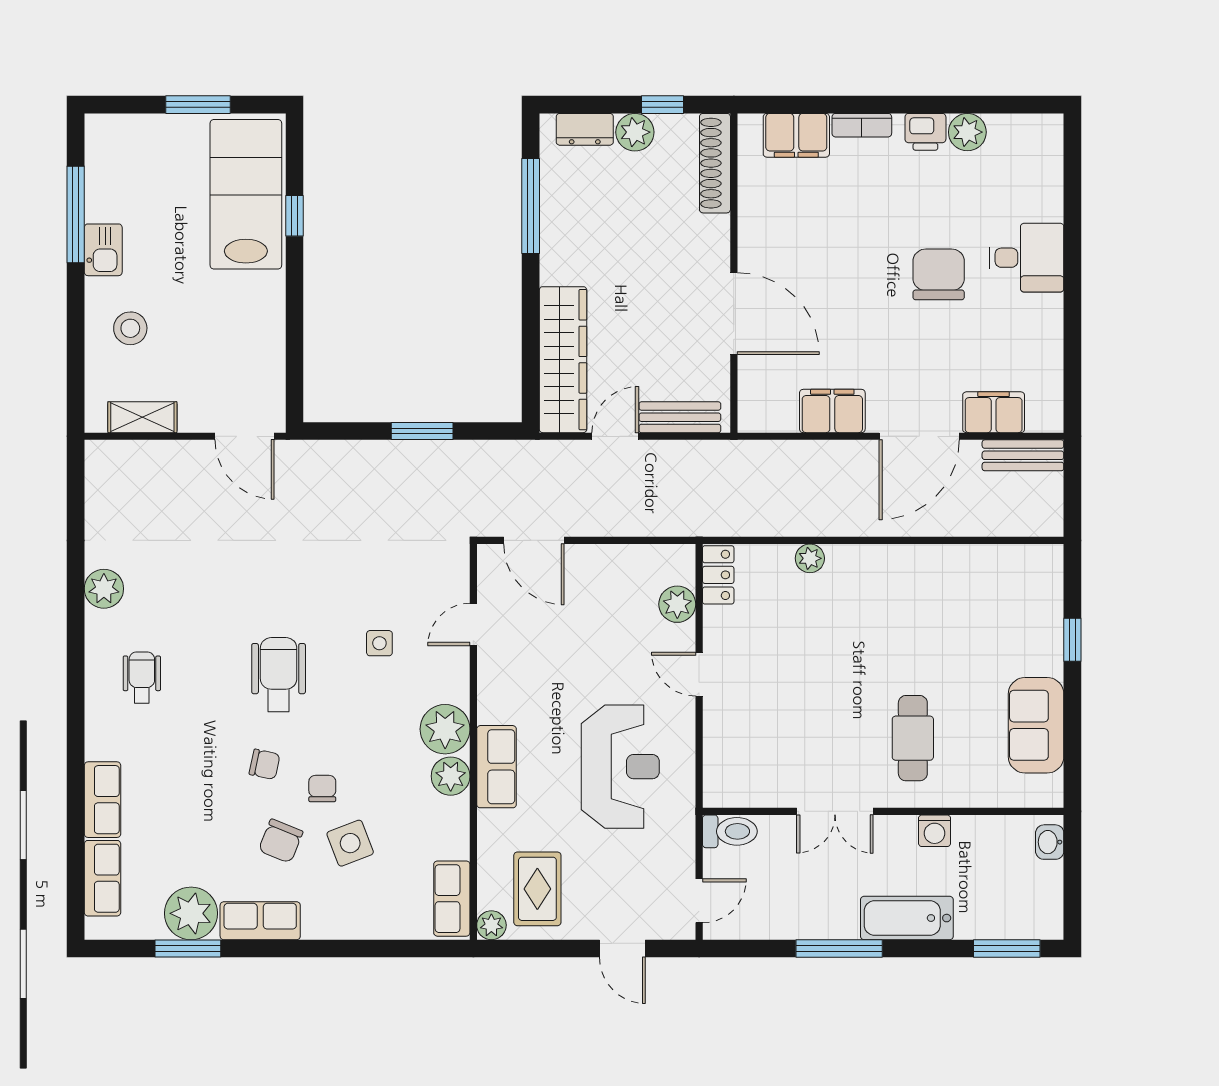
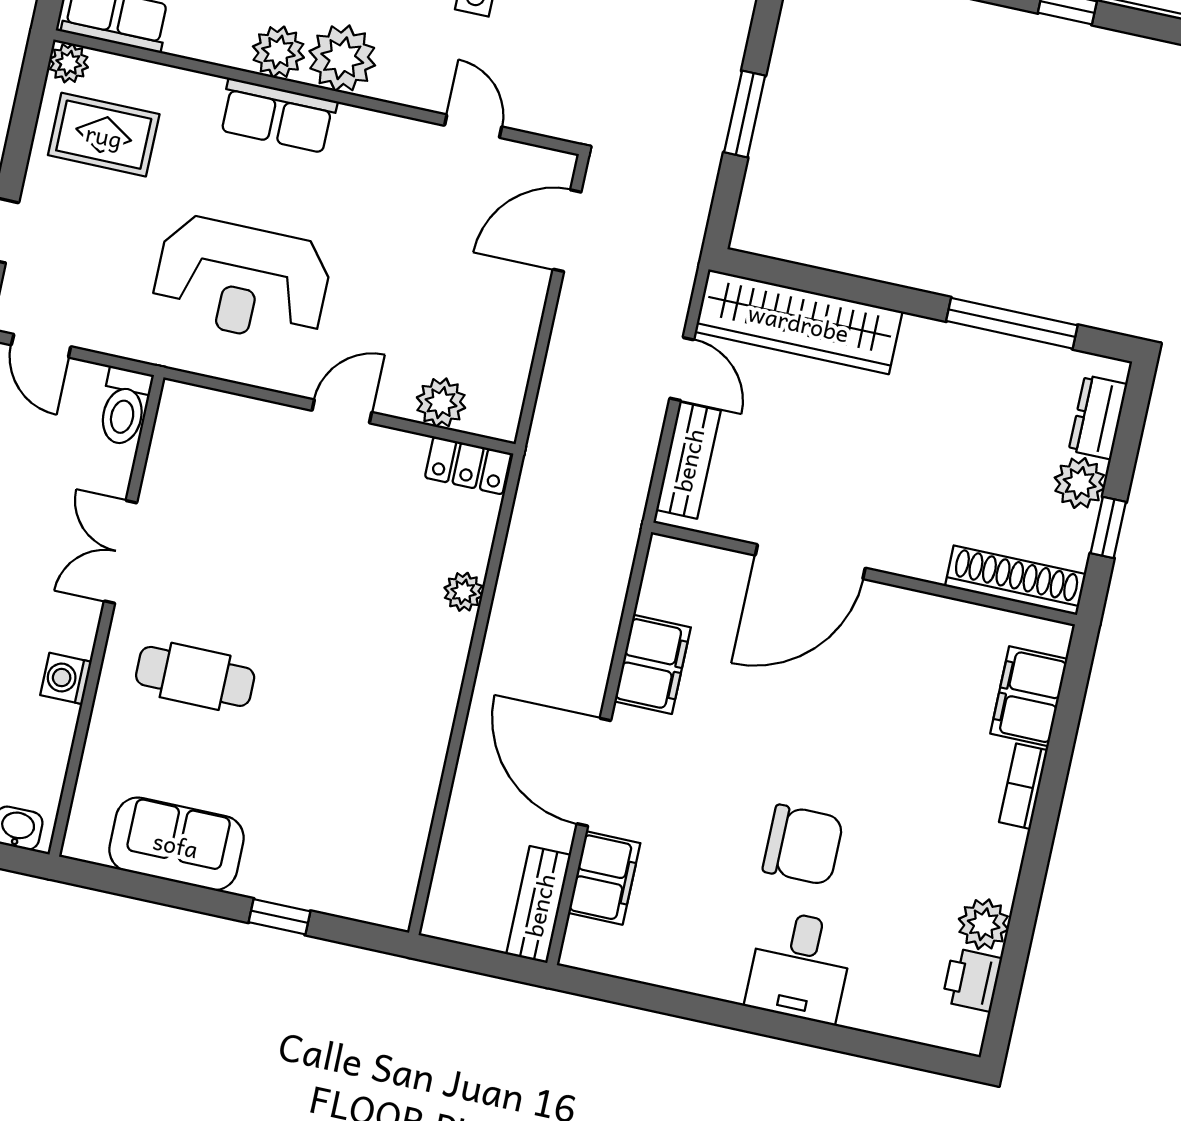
printer: (925, 132) -> (972, 980), moved

